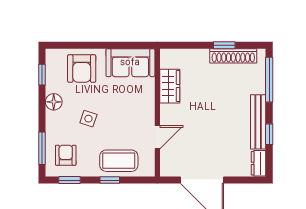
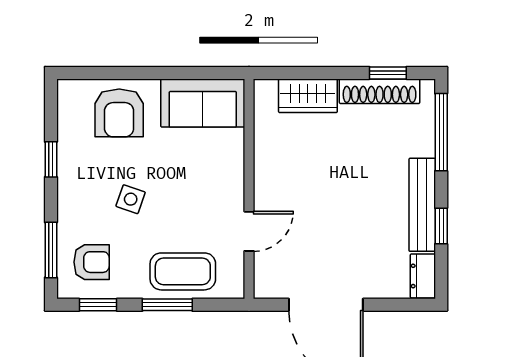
window: (224, 45) -> (388, 73), moved
window: (42, 75) -> (51, 159), moved
wardrobe: (170, 86) -> (308, 96), moved, turned 90
floor lamp: (54, 102) -> (71, 170), removed
armchair: (66, 155) -> (92, 262), turned 90
window: (110, 180) -> (167, 305), width x1.50

